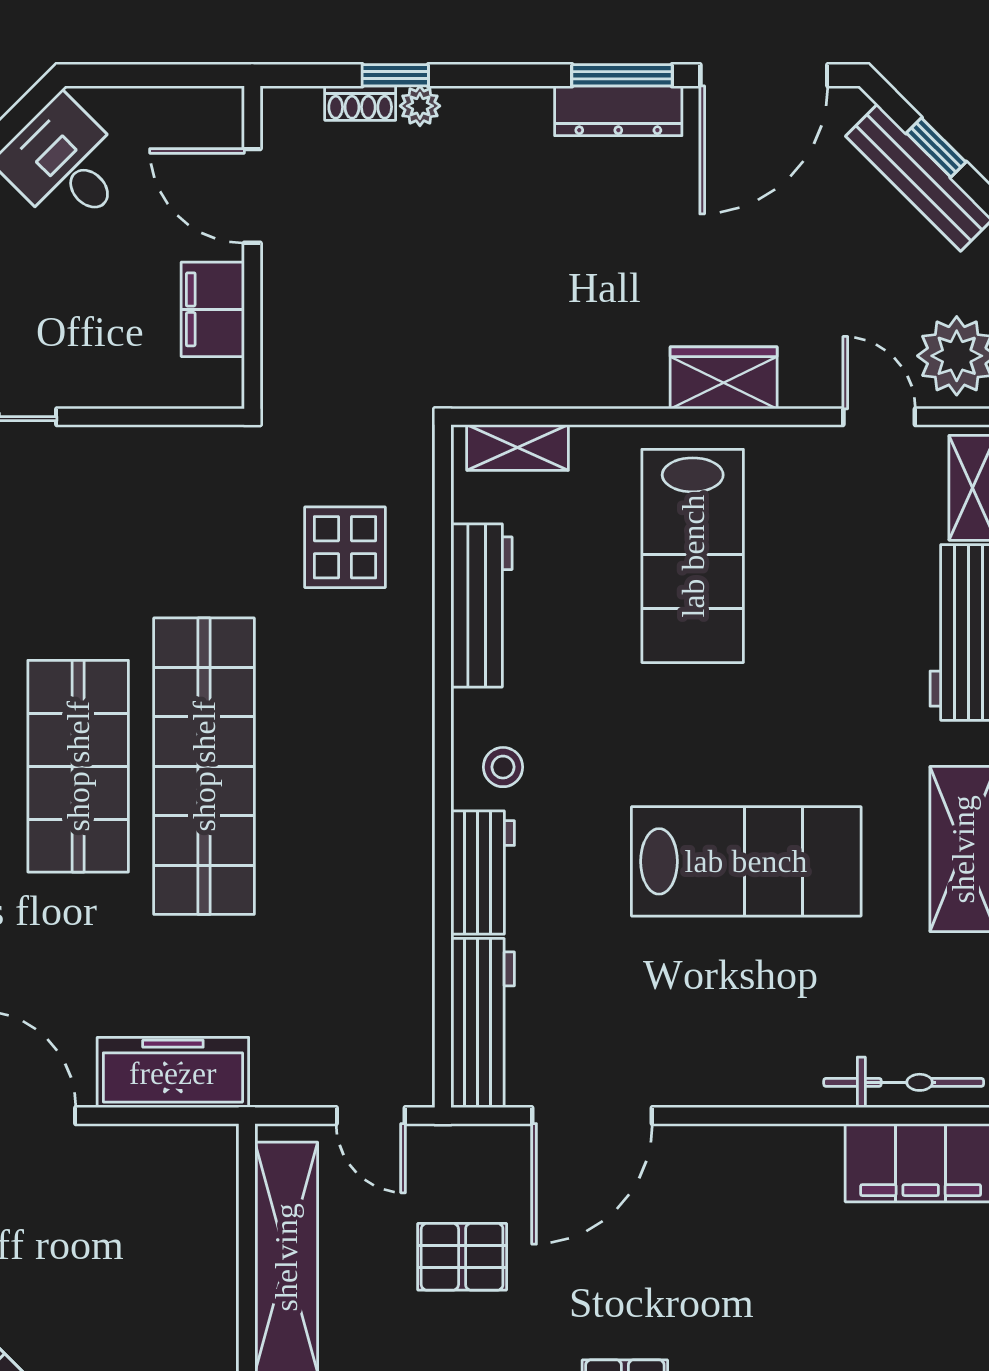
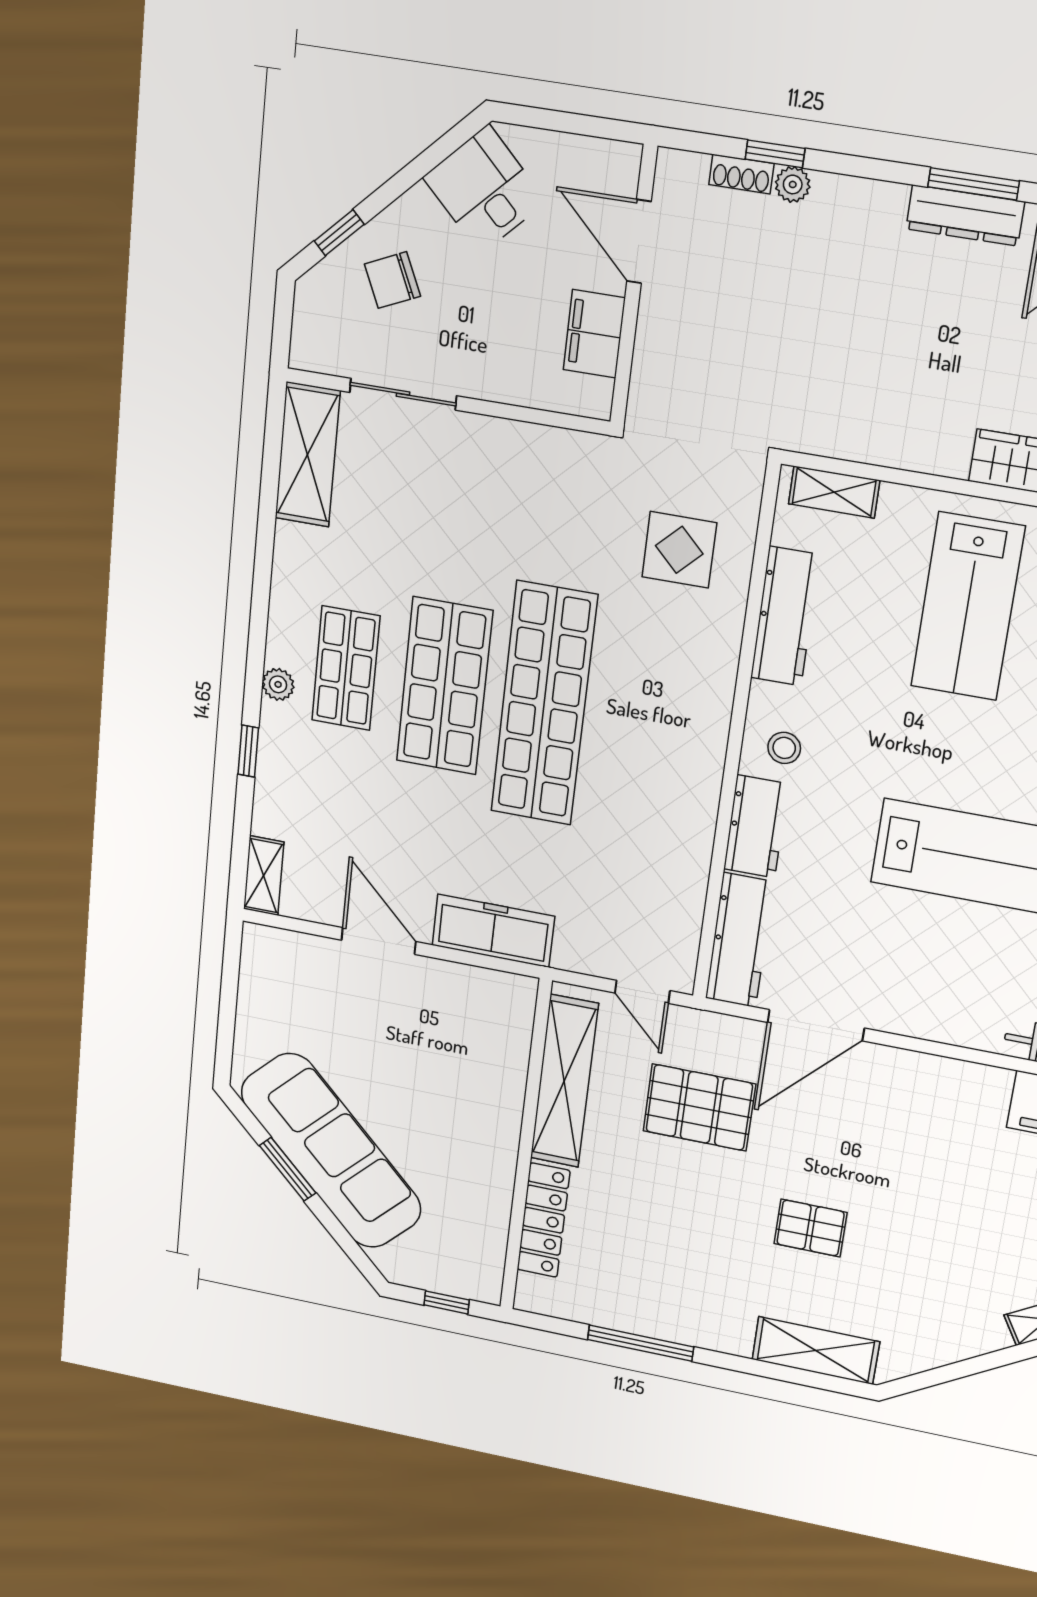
pallet: (462, 1257) -> (699, 1107), width x1.50, depth x1.42

